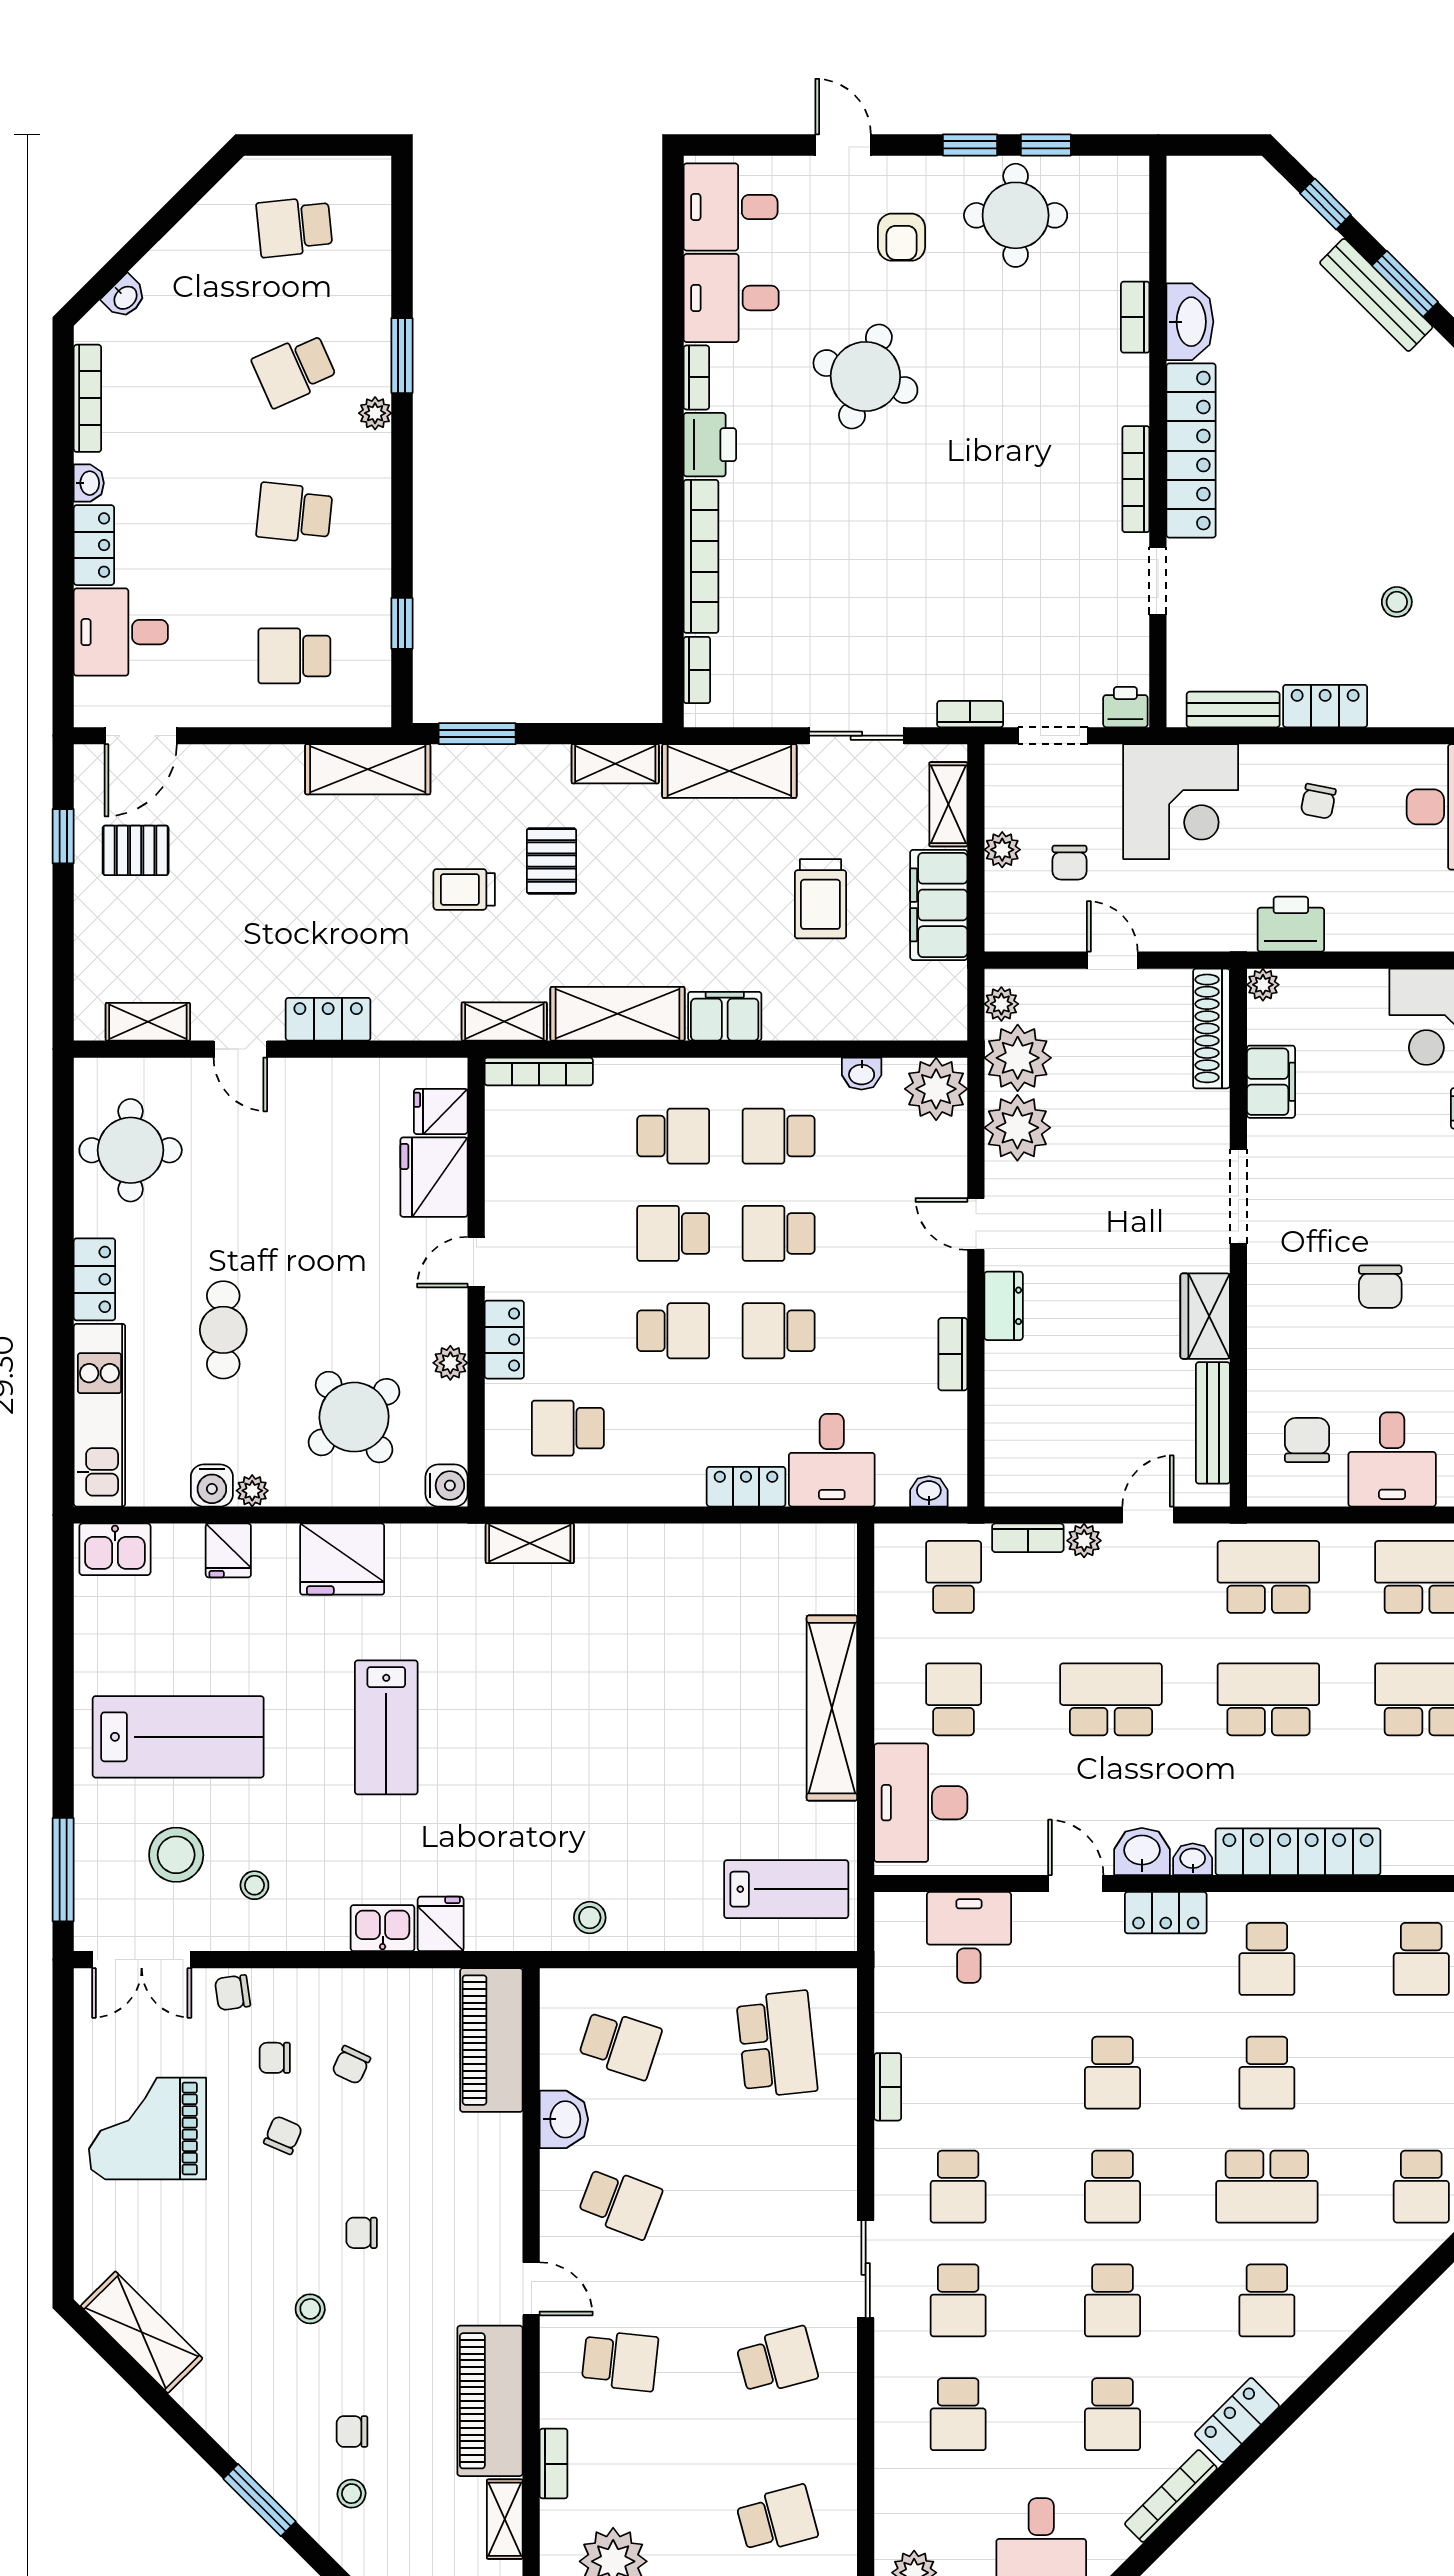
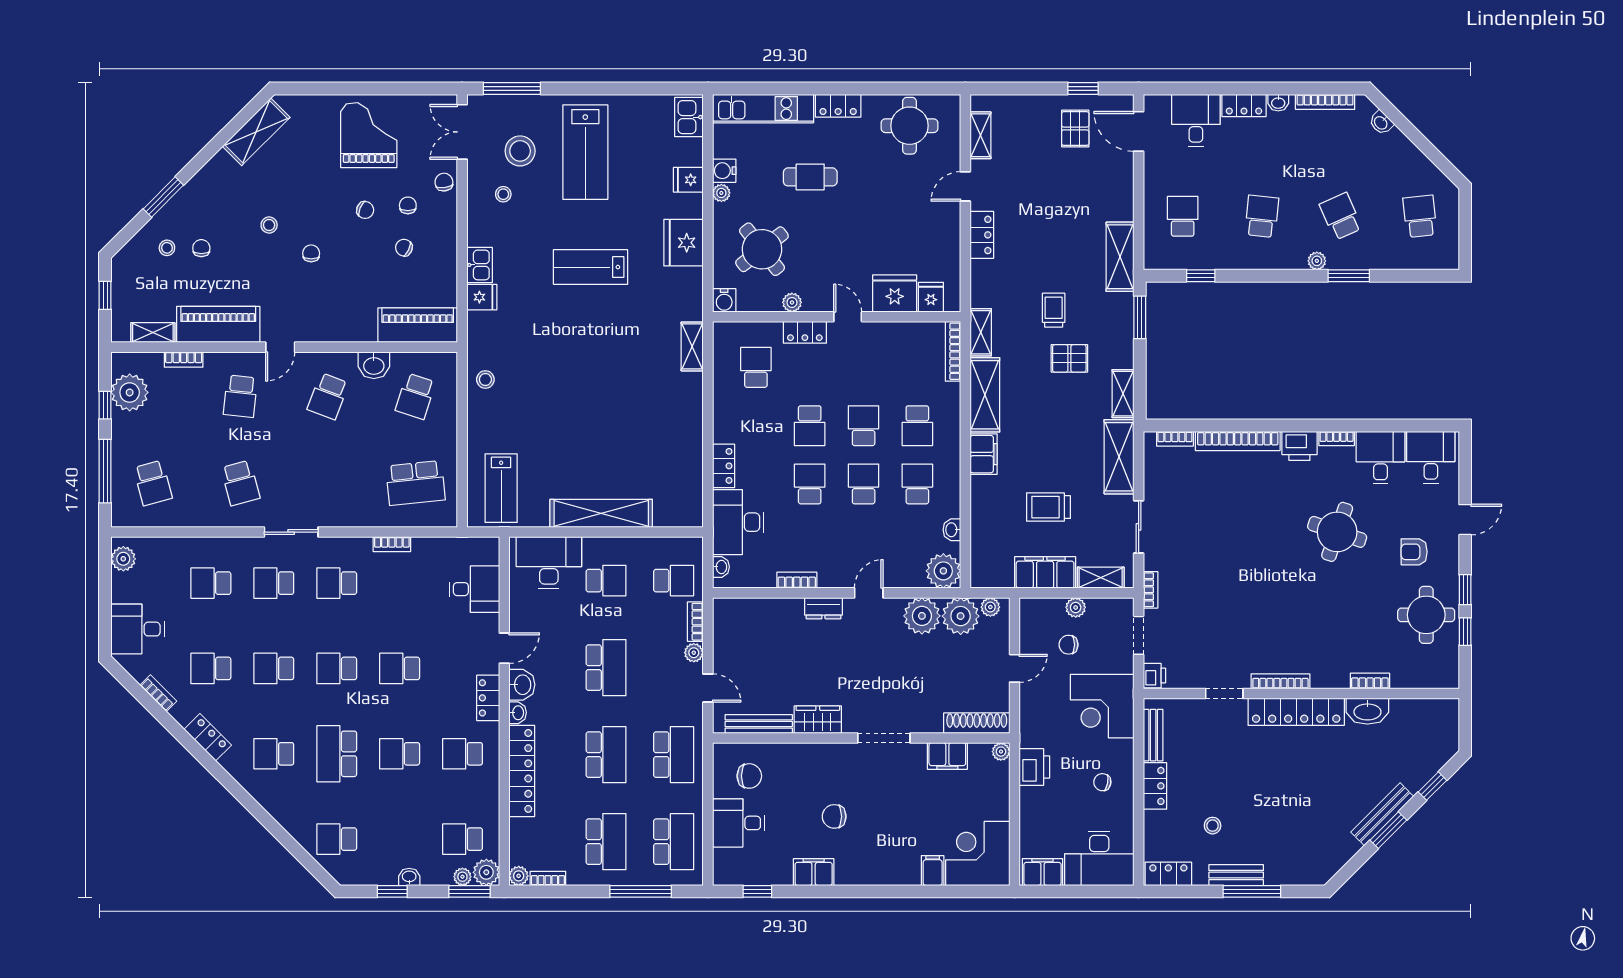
desk: (832, 1460) -> (738, 522), width x1.37
bookcase: (1171, 2496) -> (158, 693), width x0.64

